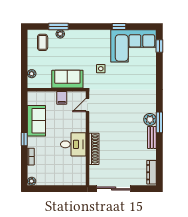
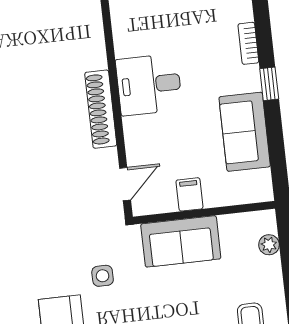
shoe rack: (94, 149) -> (101, 109), moved

